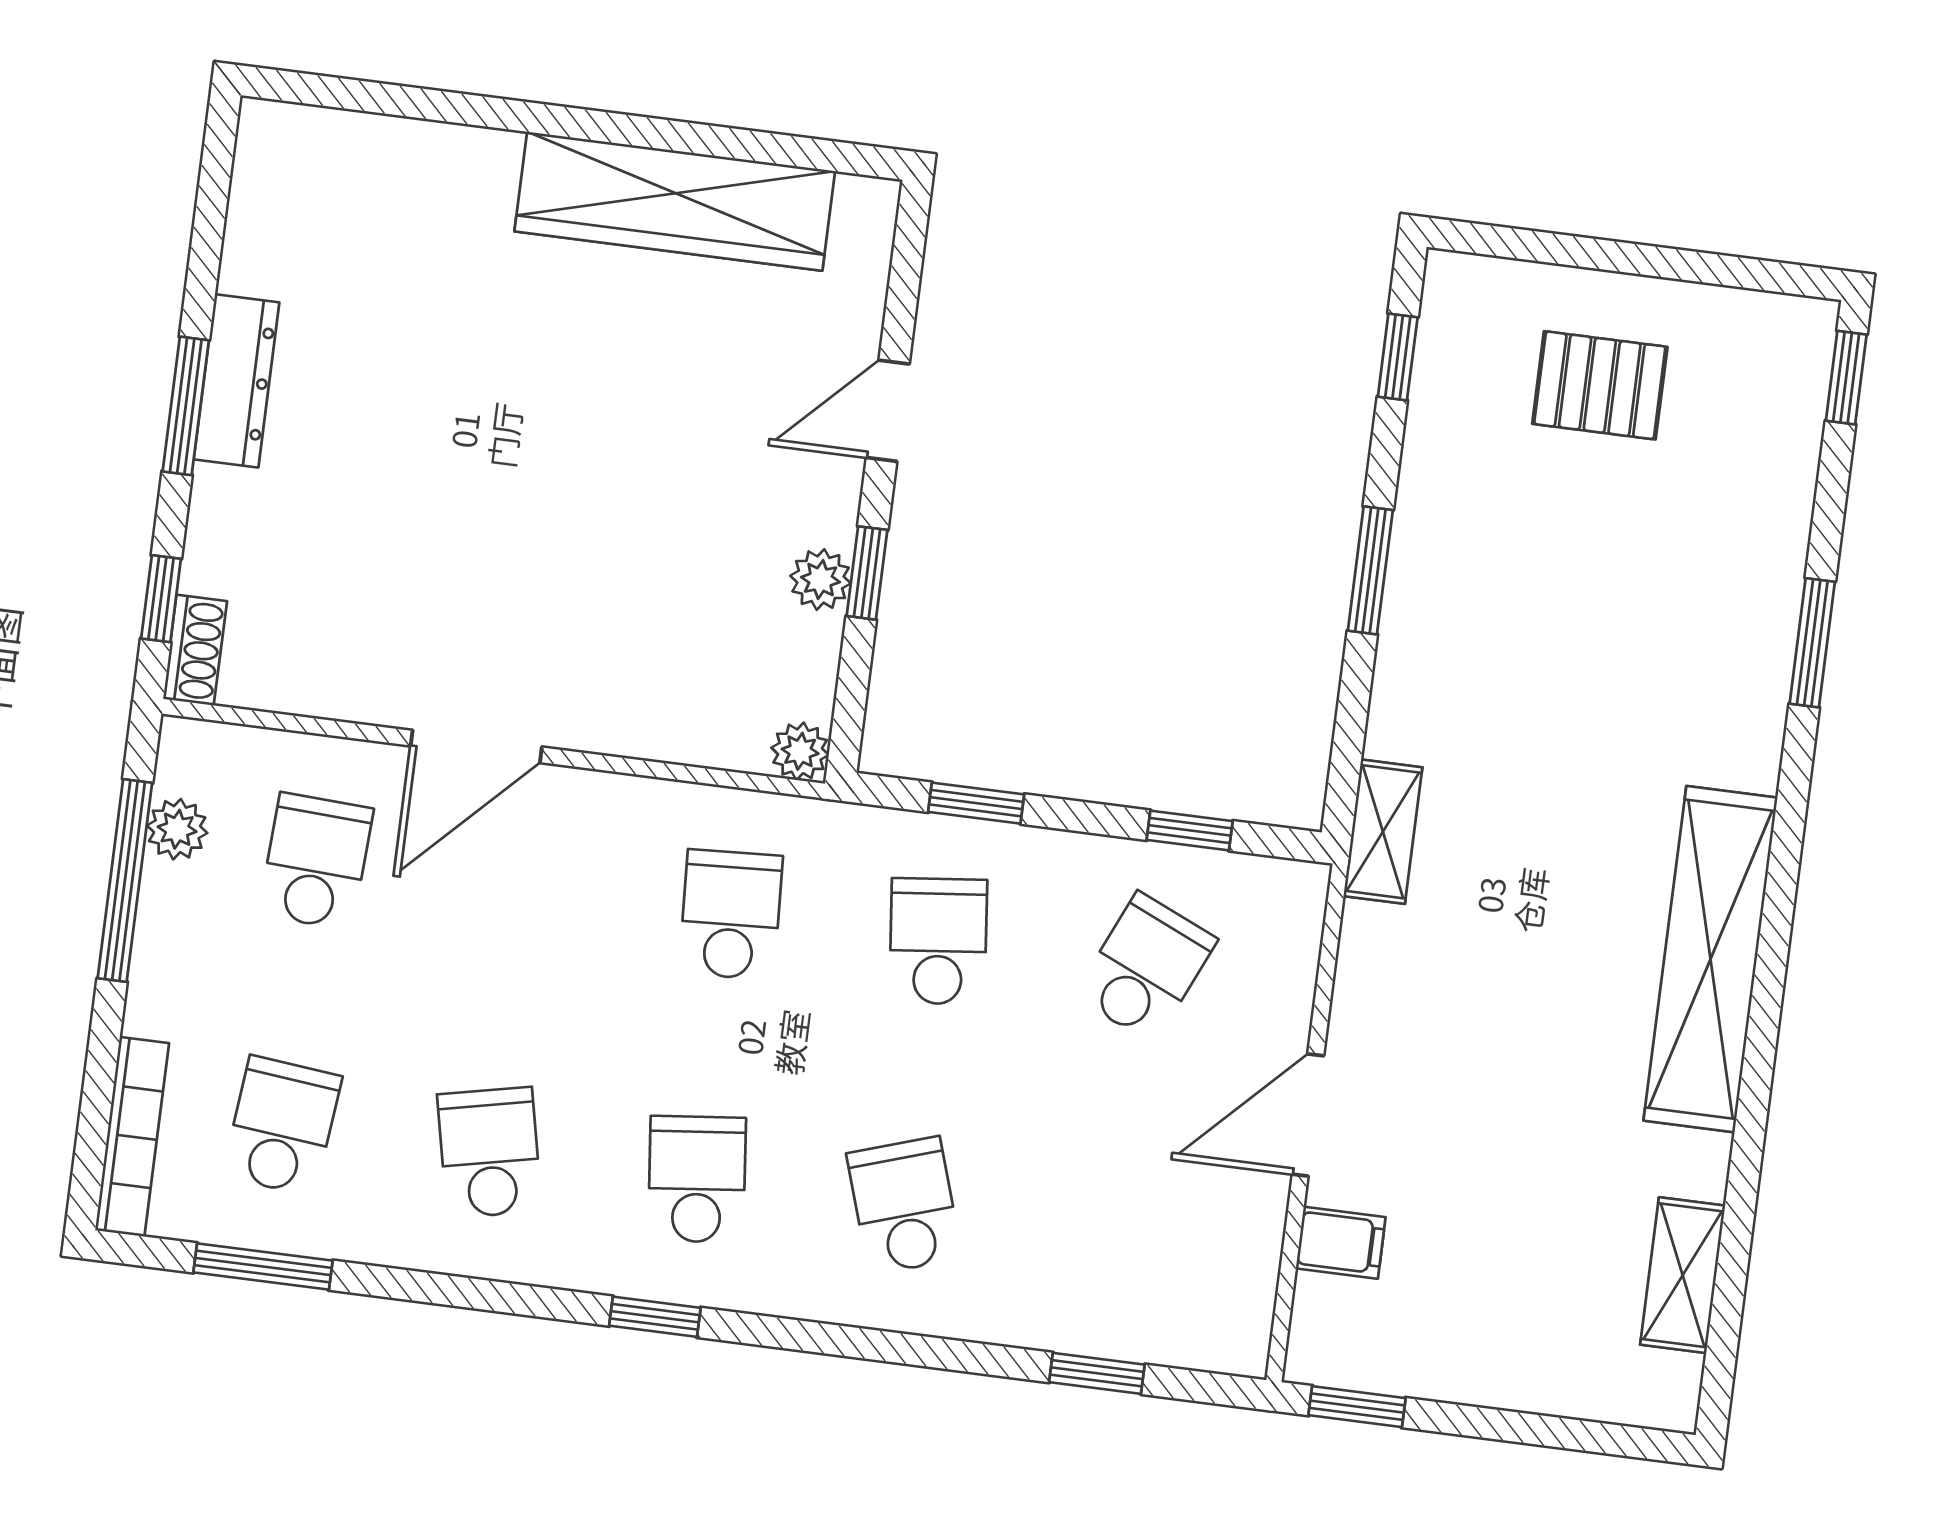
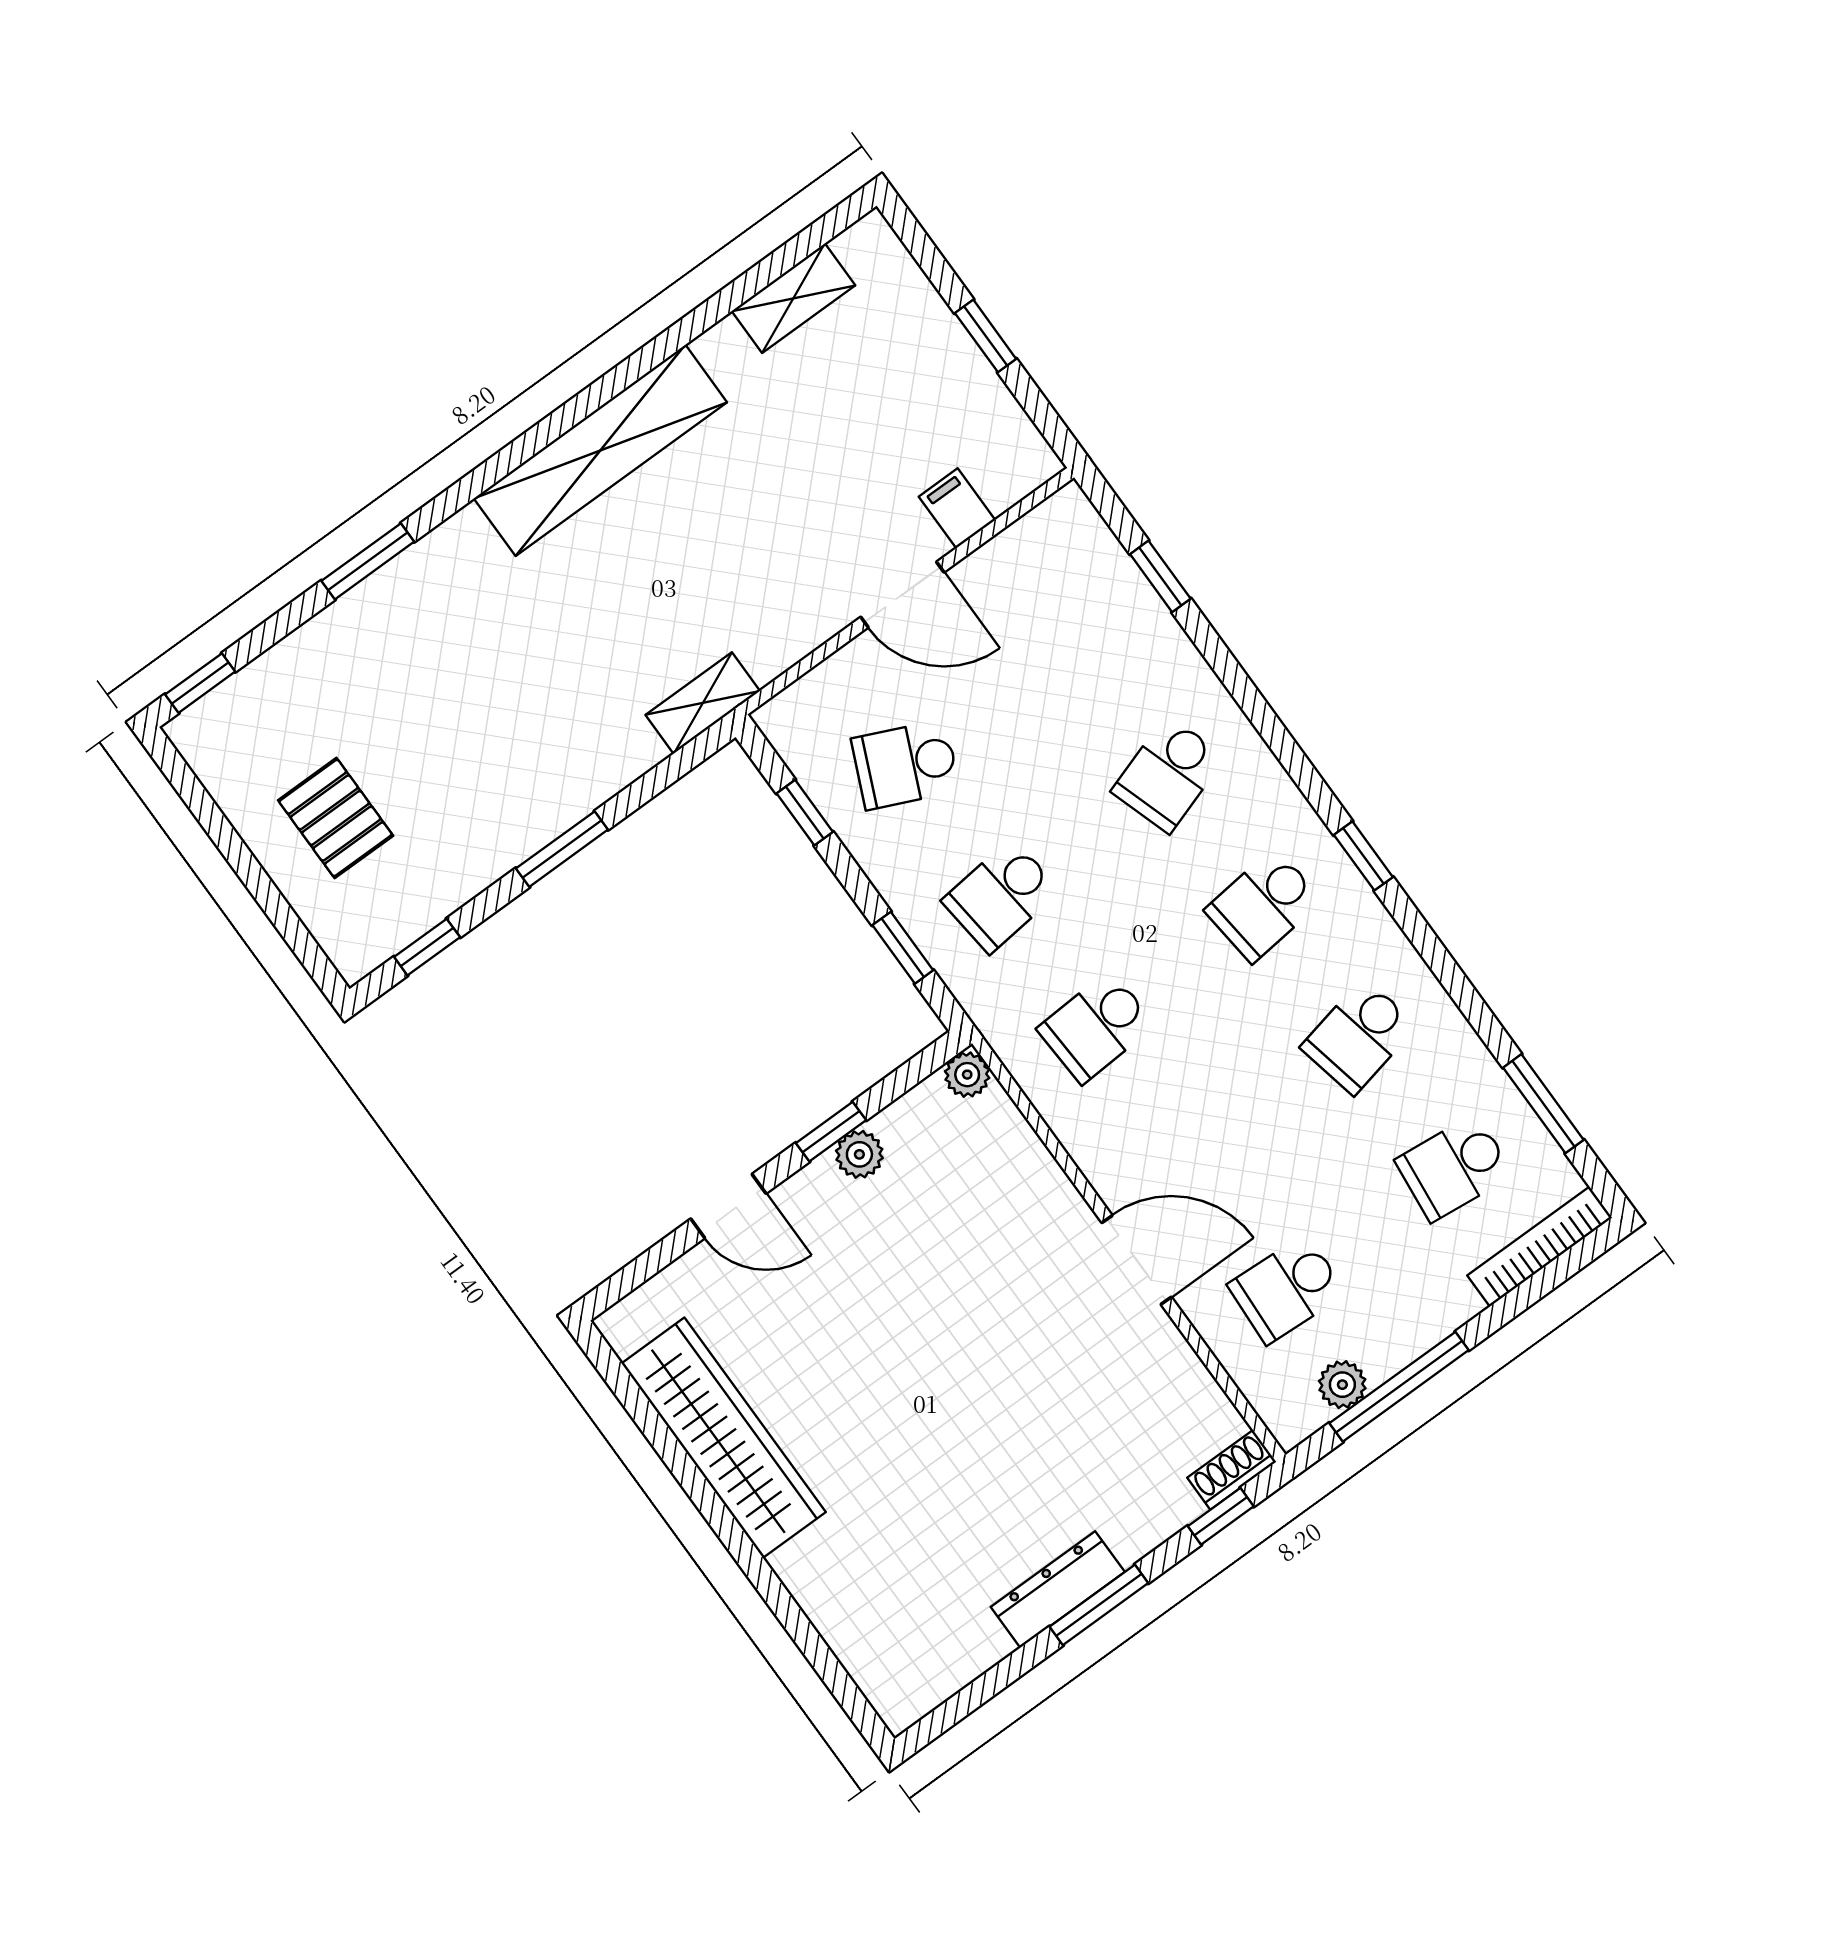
window: (1357, 1407) -> (986, 336), moved

